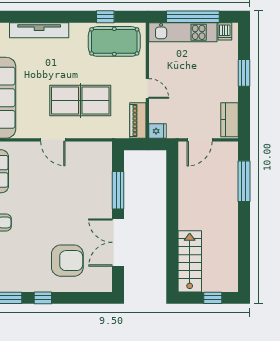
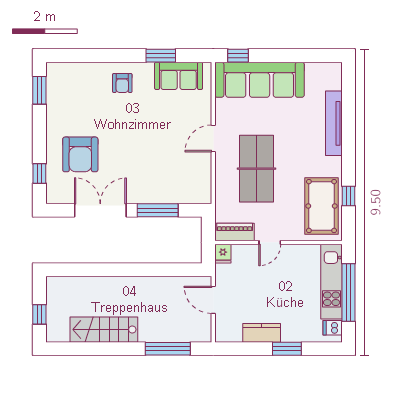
kitchen counter: (230, 120) -> (262, 333), moved
stairs: (190, 261) -> (104, 330), moved, turned 180
window: (43, 298) -> (39, 173), moved

